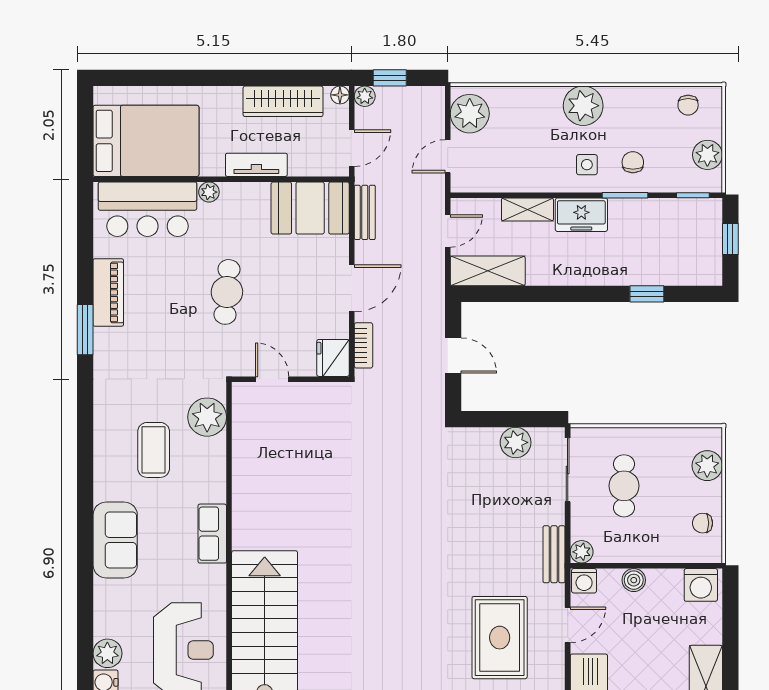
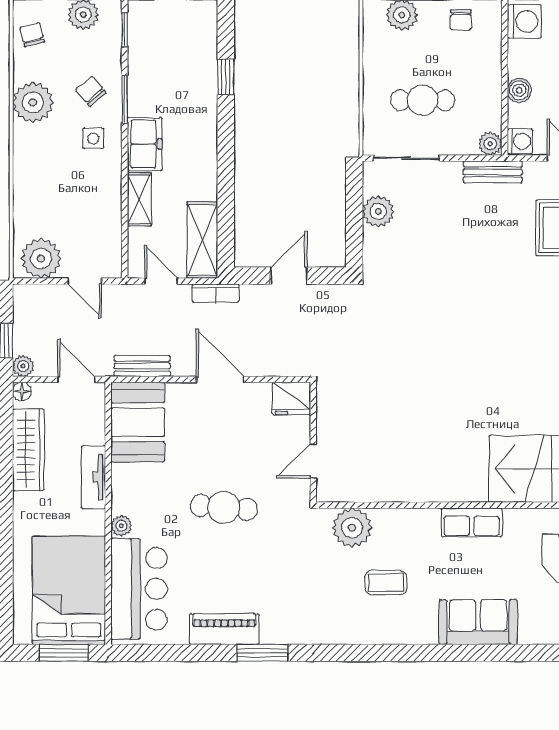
chair: (688, 105) -> (32, 35), turned -104
plant: (583, 106) -> (33, 102), moved
window: (85, 136) -> (64, 653), added
chair: (633, 162) -> (91, 91), turned 50
bookcase: (363, 345) -> (216, 293), moved, turned 180
coffee table: (154, 450) -> (386, 583), width x0.73, depth x0.77

